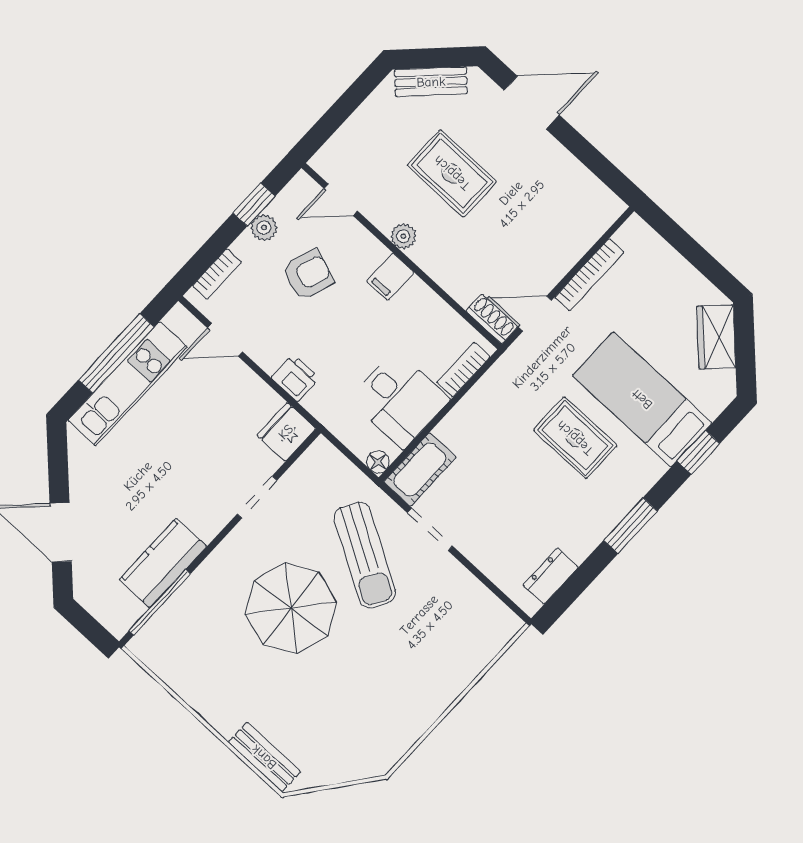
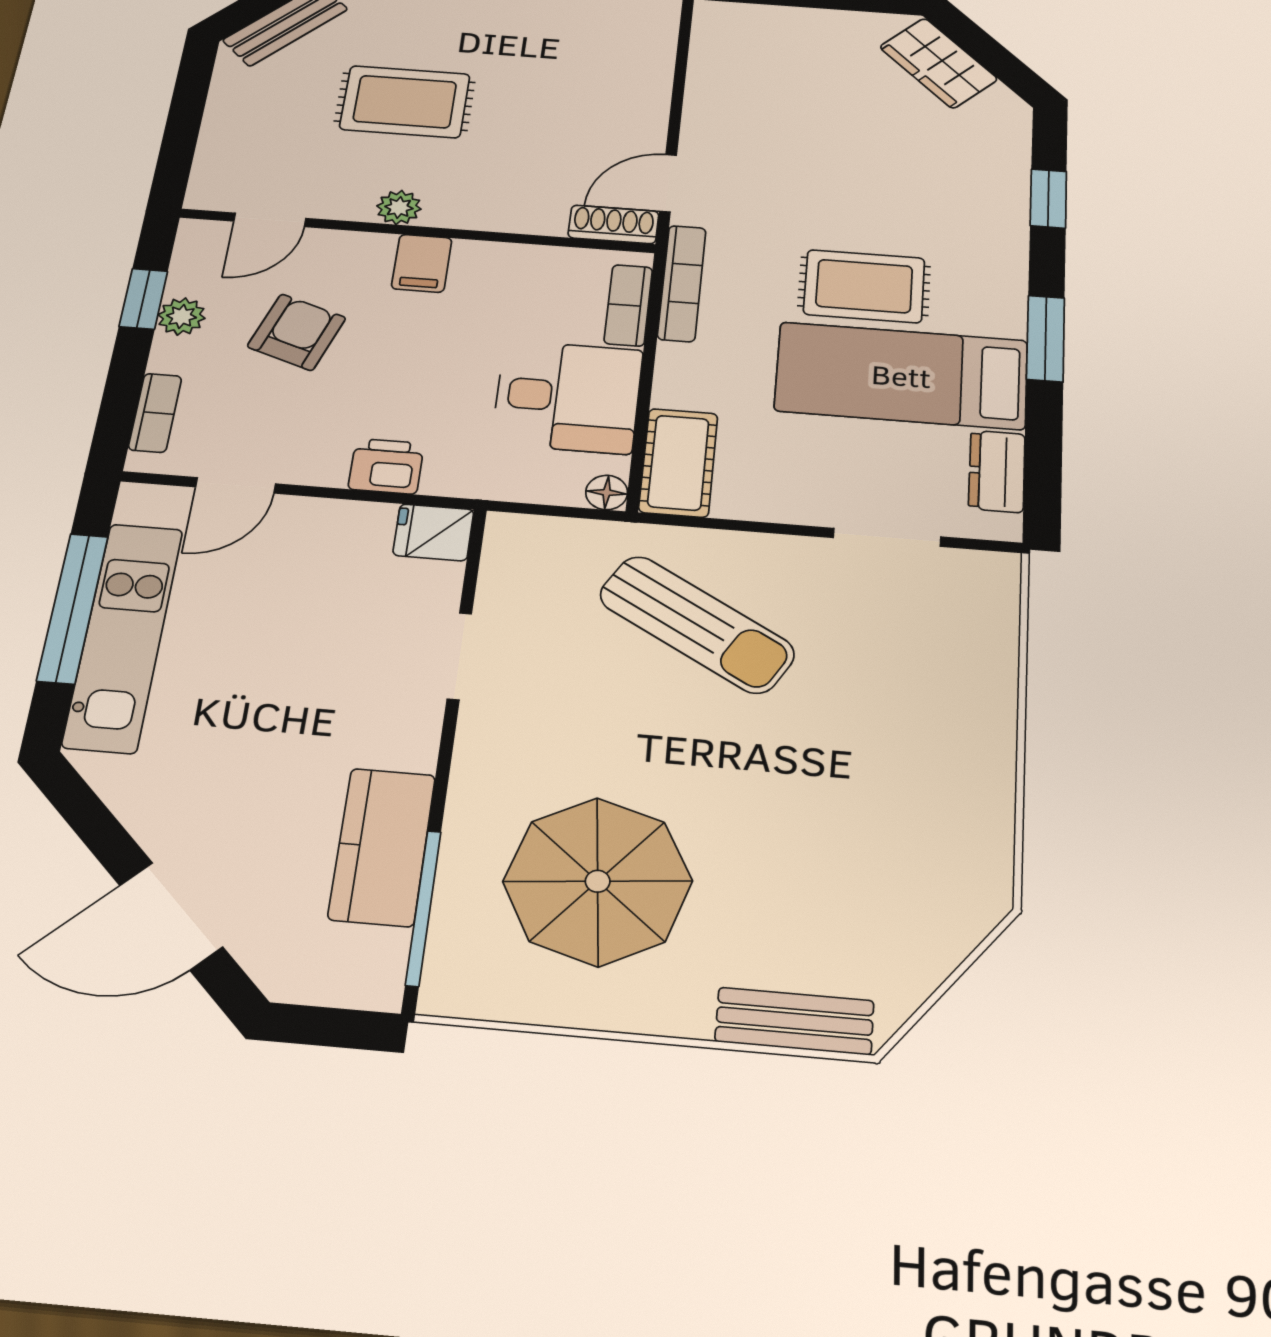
bookcase: (589, 275) -> (682, 283), moved
bed: (642, 399) -> (901, 376), moved
fridge: (286, 432) -> (433, 532), width x0.72
doorway: (430, 529) -> (887, 537), moved
parasol: (291, 608) -> (598, 881), moved

